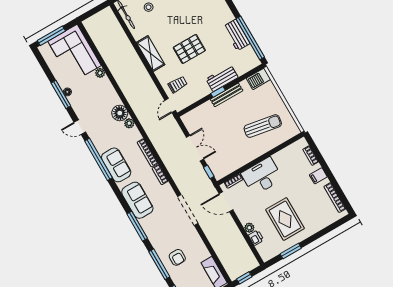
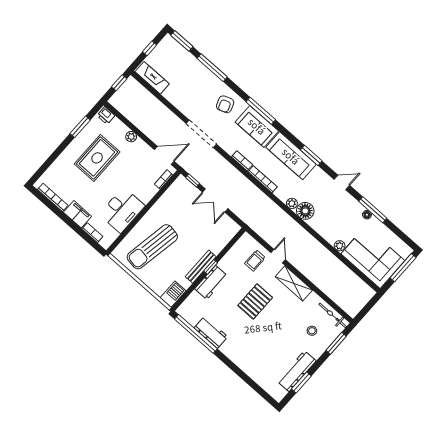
door: (170, 105) -> (278, 256), moved
sun lounger: (263, 126) -> (152, 247), width x1.36, depth x1.34
window: (99, 159) -> (311, 155), width x0.47
sofa: (116, 165) -> (291, 156), width x1.36
desk: (262, 176) -> (122, 210), moved
filing cabinet: (318, 176) -> (77, 214), width x2.00
rug: (285, 219) -> (97, 158), turned 90
window: (137, 226) -> (261, 111), moved
printer: (256, 238) -> (106, 115), moved
armchair: (177, 257) -> (225, 104), moved, turned -110

